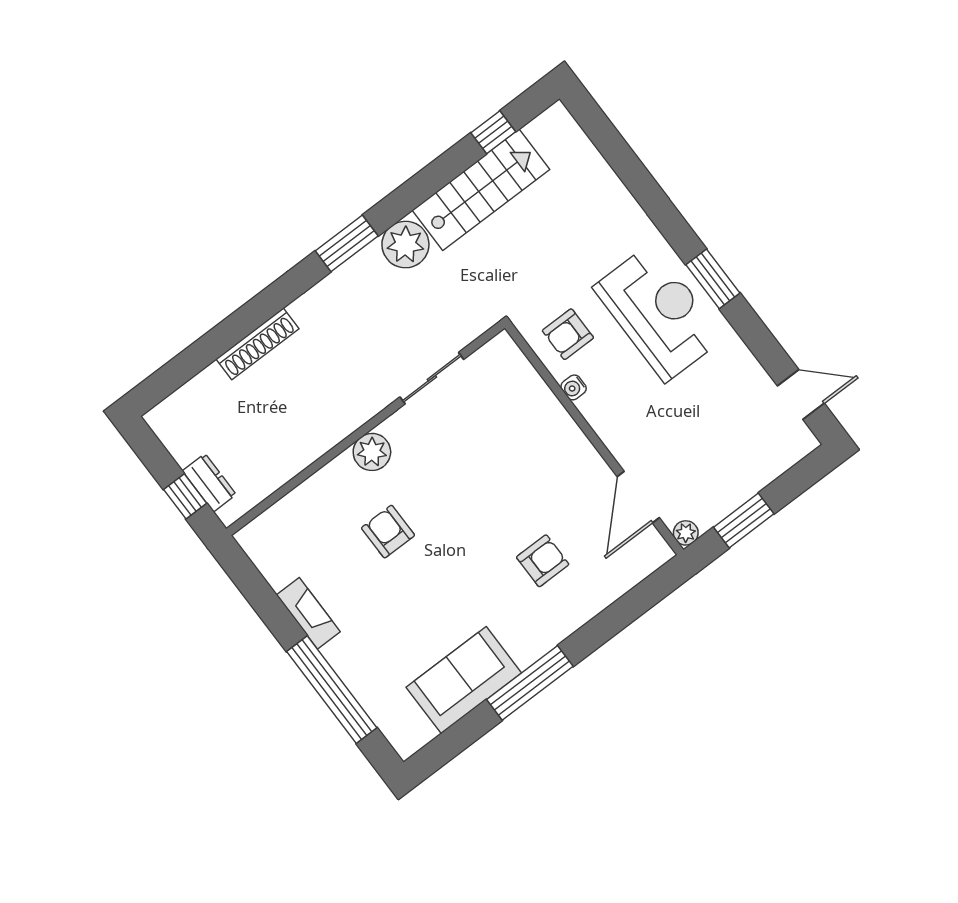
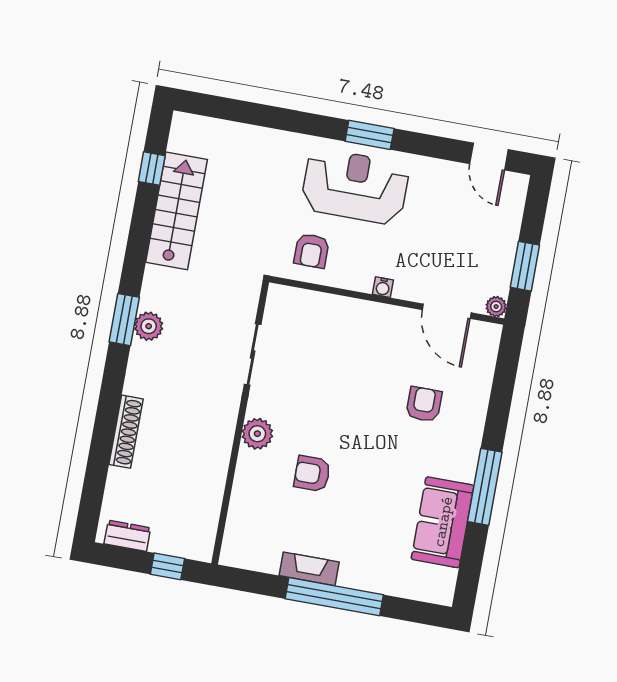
plant: (405, 245) -> (149, 326), moved, width x0.73, depth x0.73
water cooler: (574, 387) -> (383, 287), moved
door: (801, 395) -> (489, 157), swing flipped
dresser: (209, 483) -> (127, 536), moved
window: (332, 690) -> (334, 597), moved

